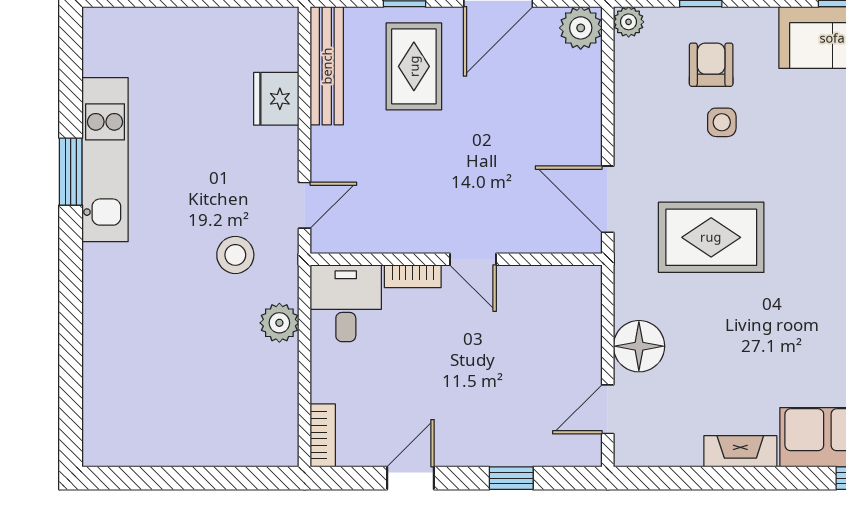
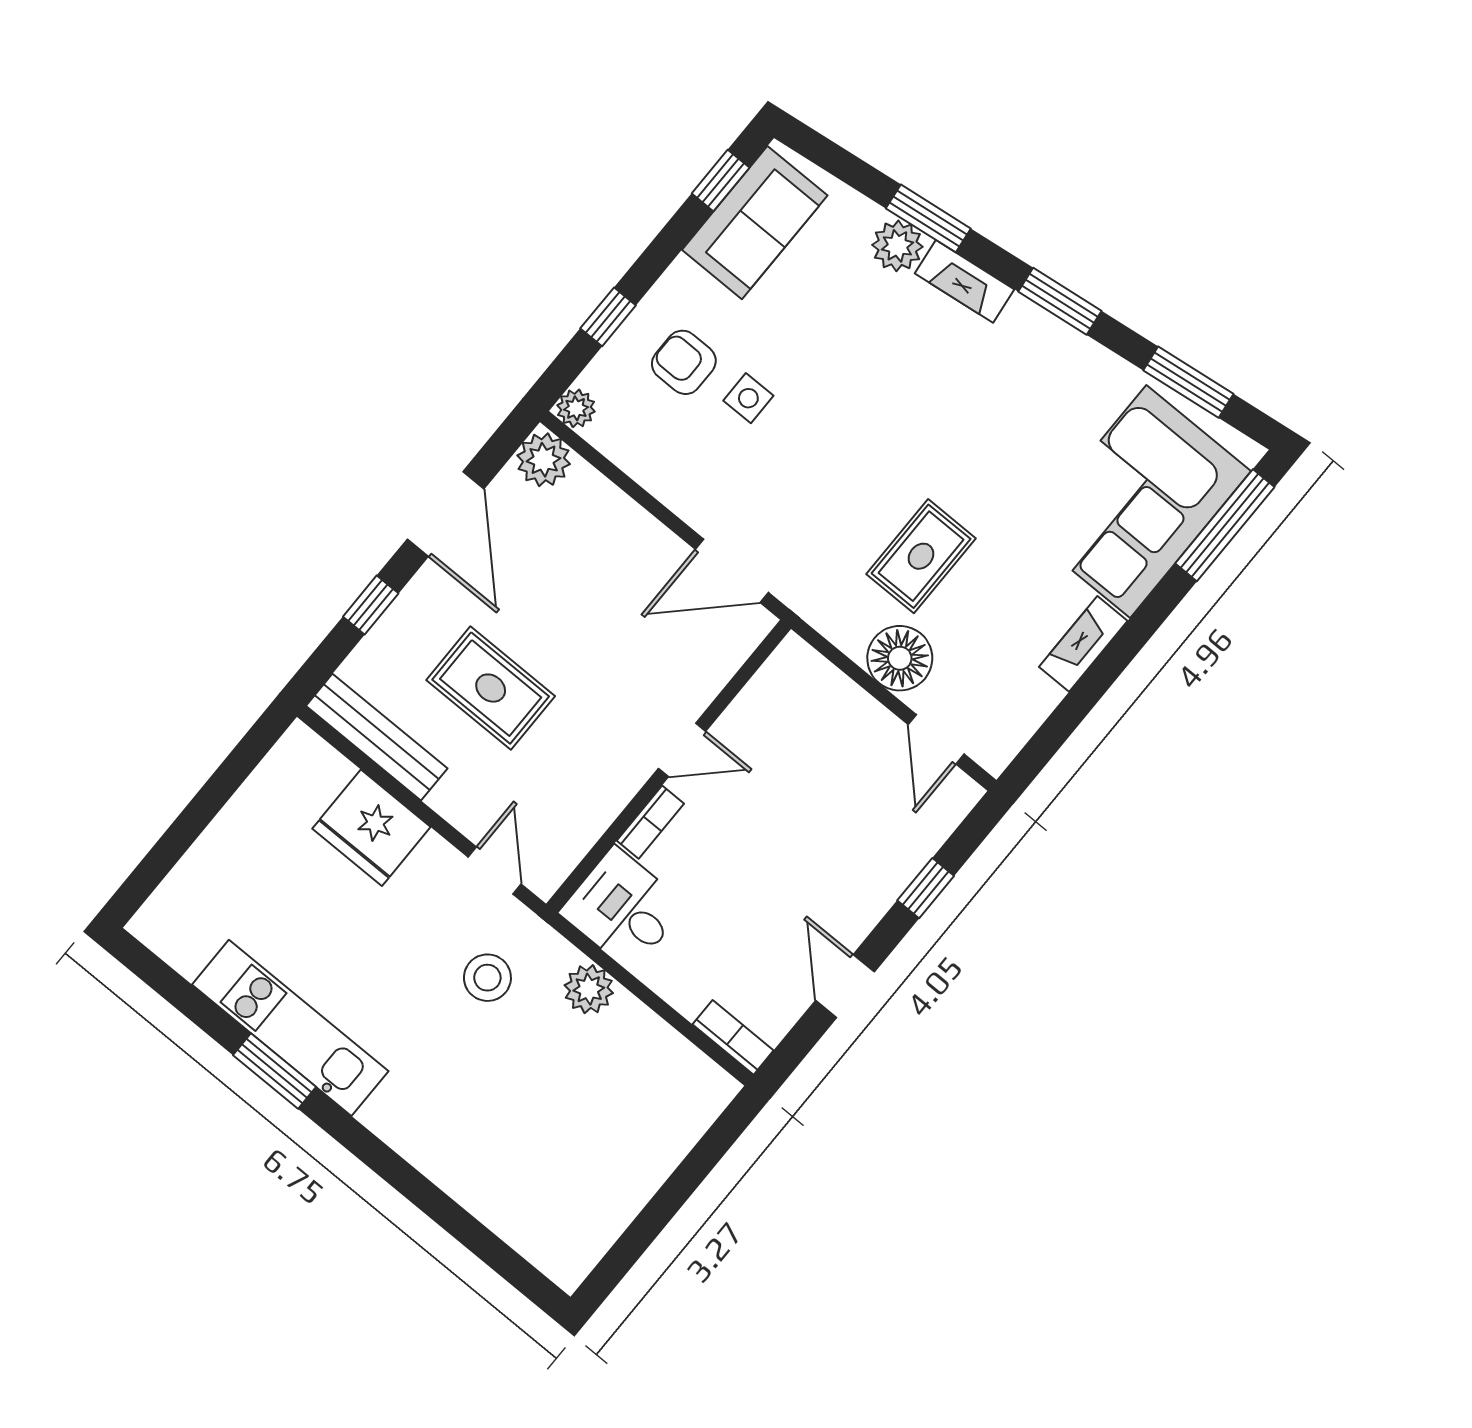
rug: (414, 66) -> (491, 688), moved
fridge: (276, 99) -> (371, 828), width x1.36, depth x1.34
rug: (711, 237) -> (921, 556), moved, width x0.73, depth x0.70

